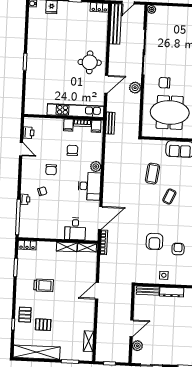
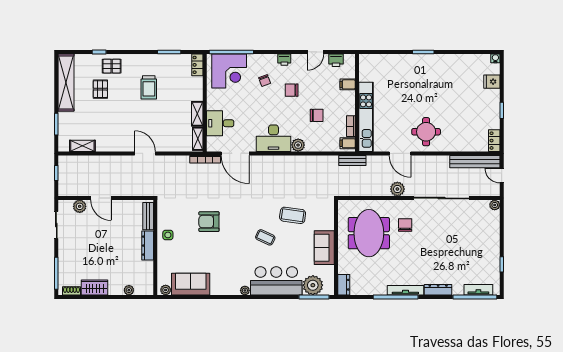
filing cabinet: (68, 125) -> (348, 84), moved
printer: (25, 199) -> (284, 60), moved
corner desk: (33, 220) -> (229, 71), added
armchair: (178, 249) -> (201, 251), removed

